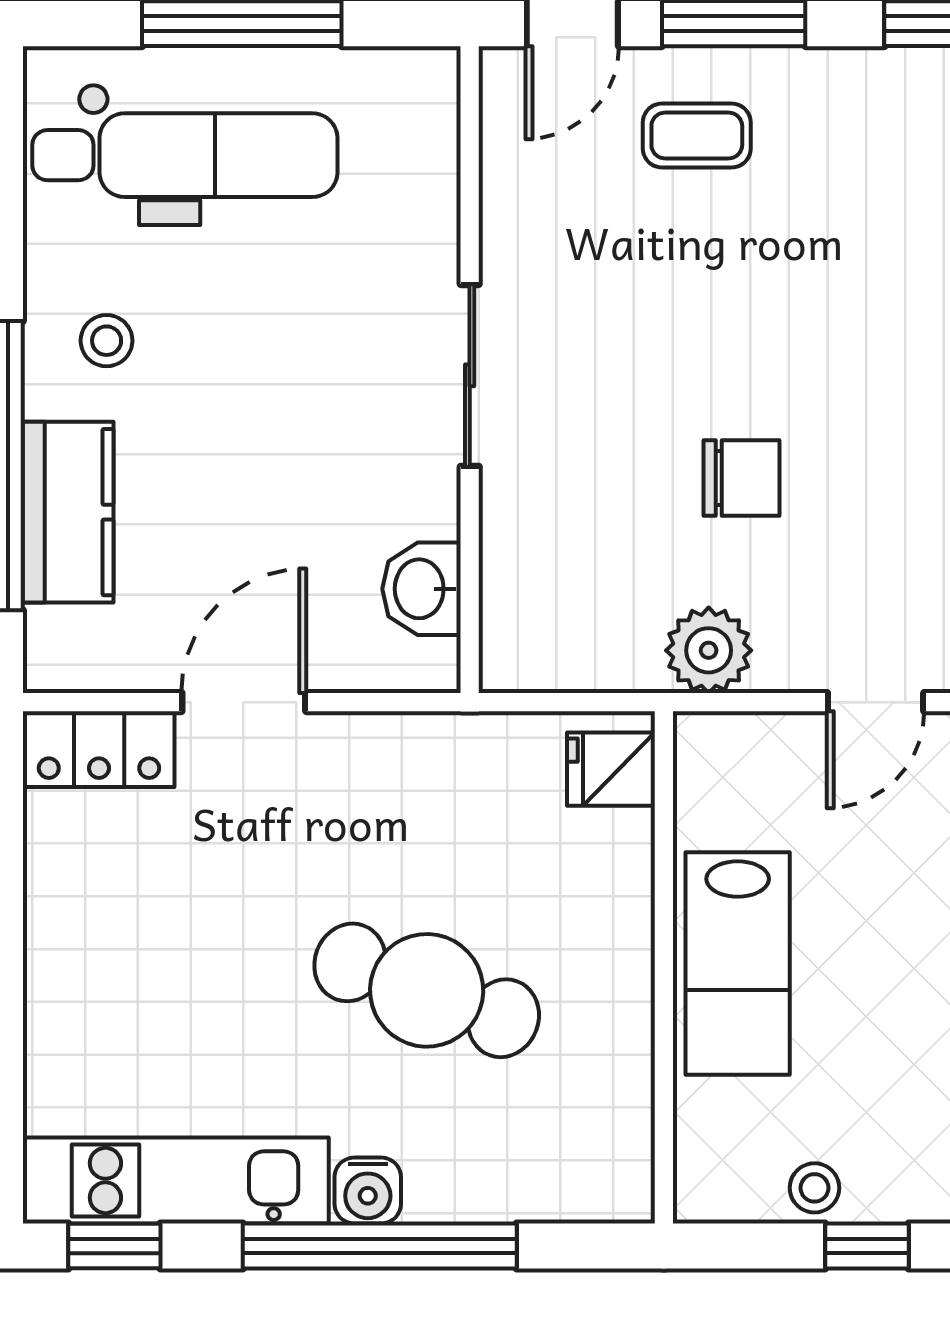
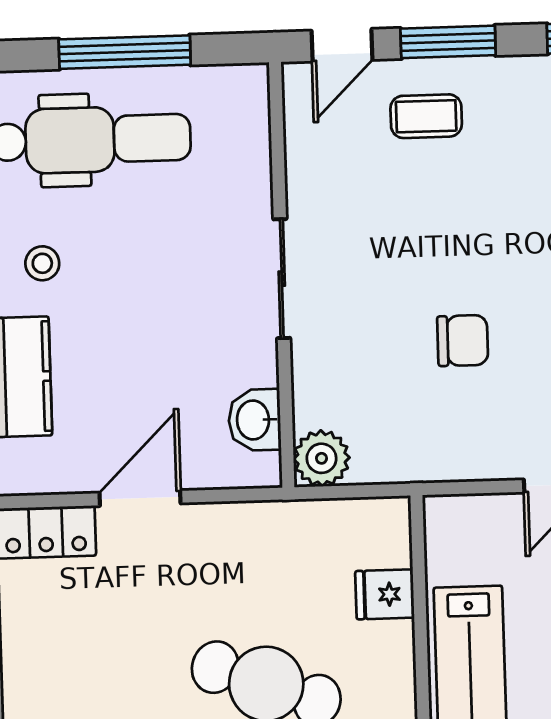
plant: (709, 650) -> (322, 458), moved
fridge: (611, 769) -> (385, 594), moved

